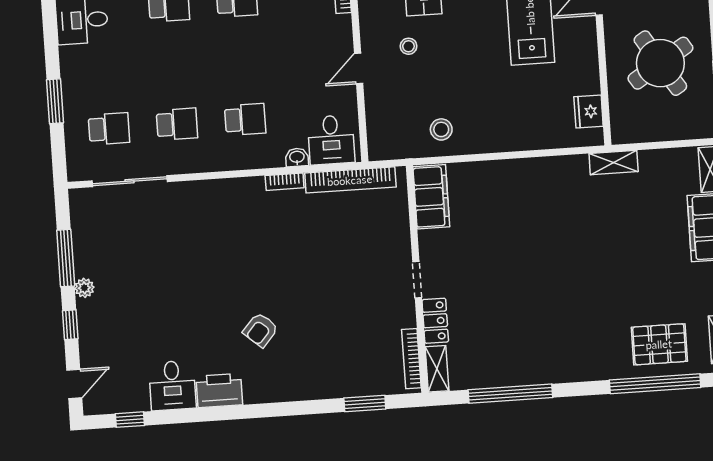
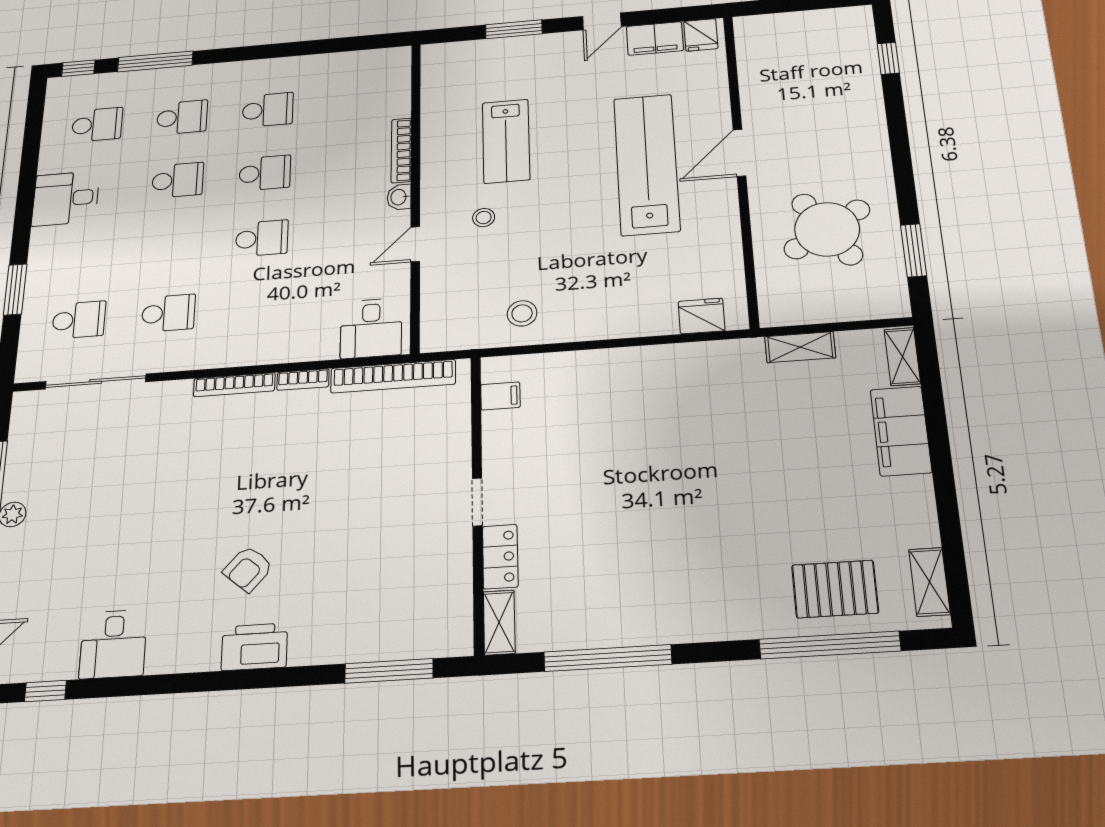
fridge: (589, 111) -> (702, 316), moved, turned 90
school desk: (245, 119) -> (262, 238), moved
washbasin: (297, 157) -> (399, 197), moved, turned -90
shelving: (614, 162) -> (800, 347), moved
filing cabinet: (431, 197) -> (500, 396), width x0.33, depth x0.86
bookcase: (411, 359) -> (234, 385), moved, turned -90
printer: (219, 390) -> (254, 647), moved
window: (365, 404) -> (389, 671), width x1.44

